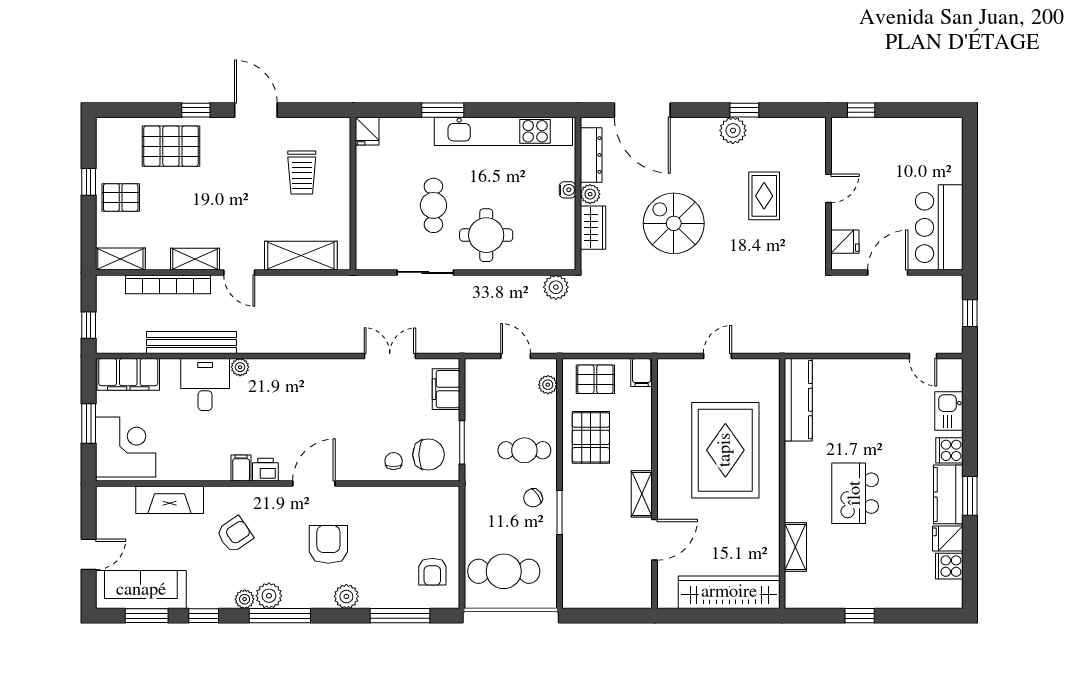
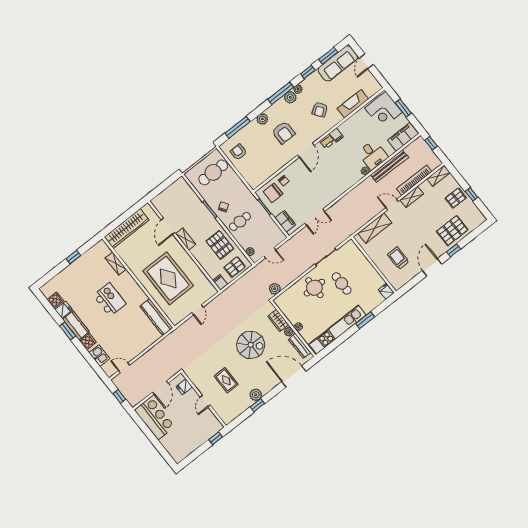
door: (256, 110) -> (432, 267), swing flipped

